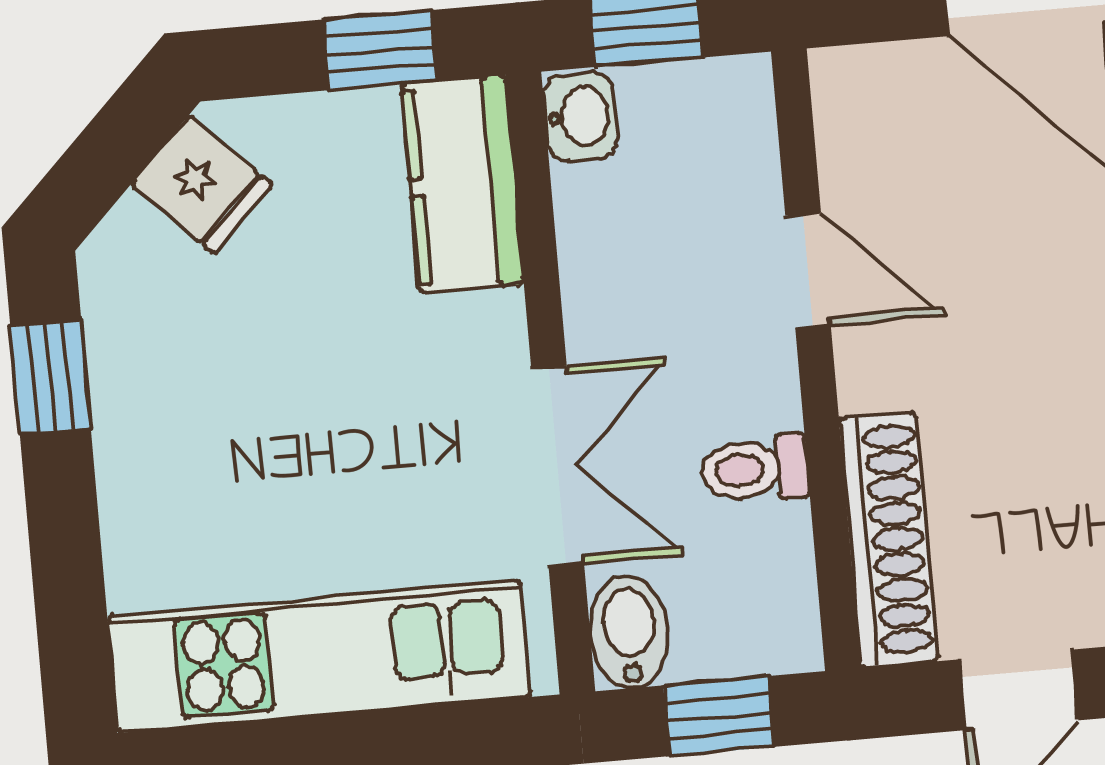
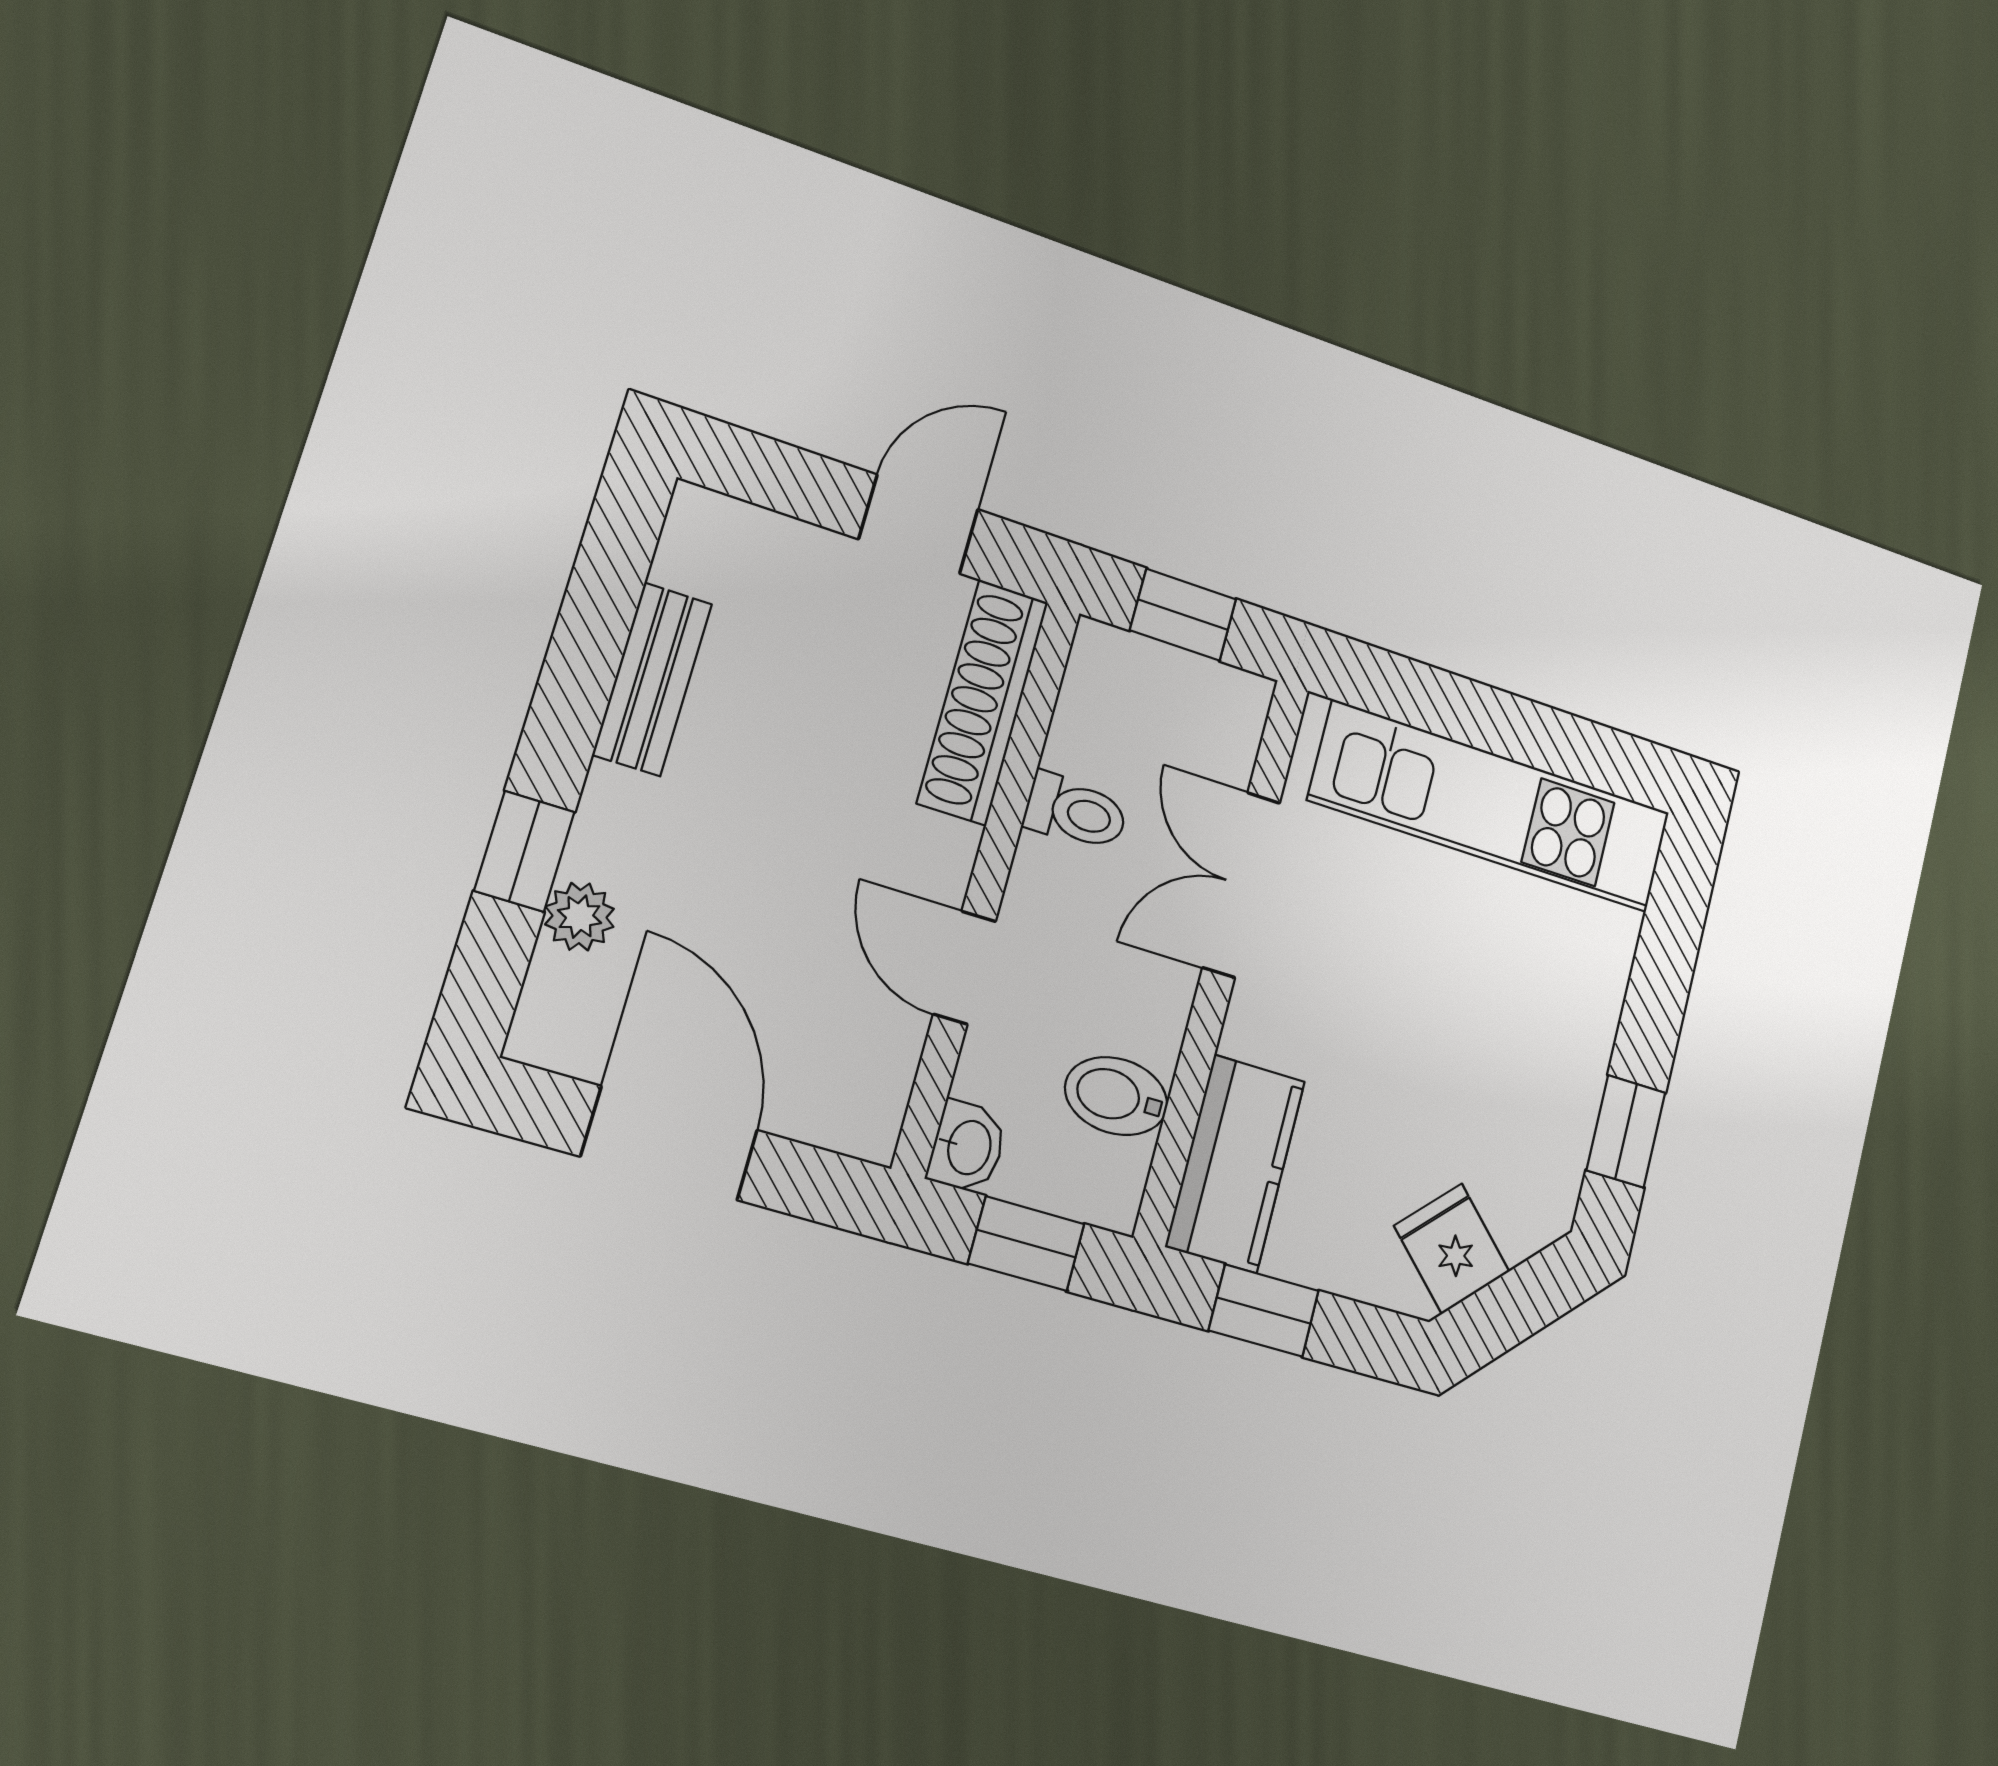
washbasin: (580, 117) -> (967, 1147), moved, turned 180
bidet: (629, 631) -> (1116, 1096), moved, turned 90

